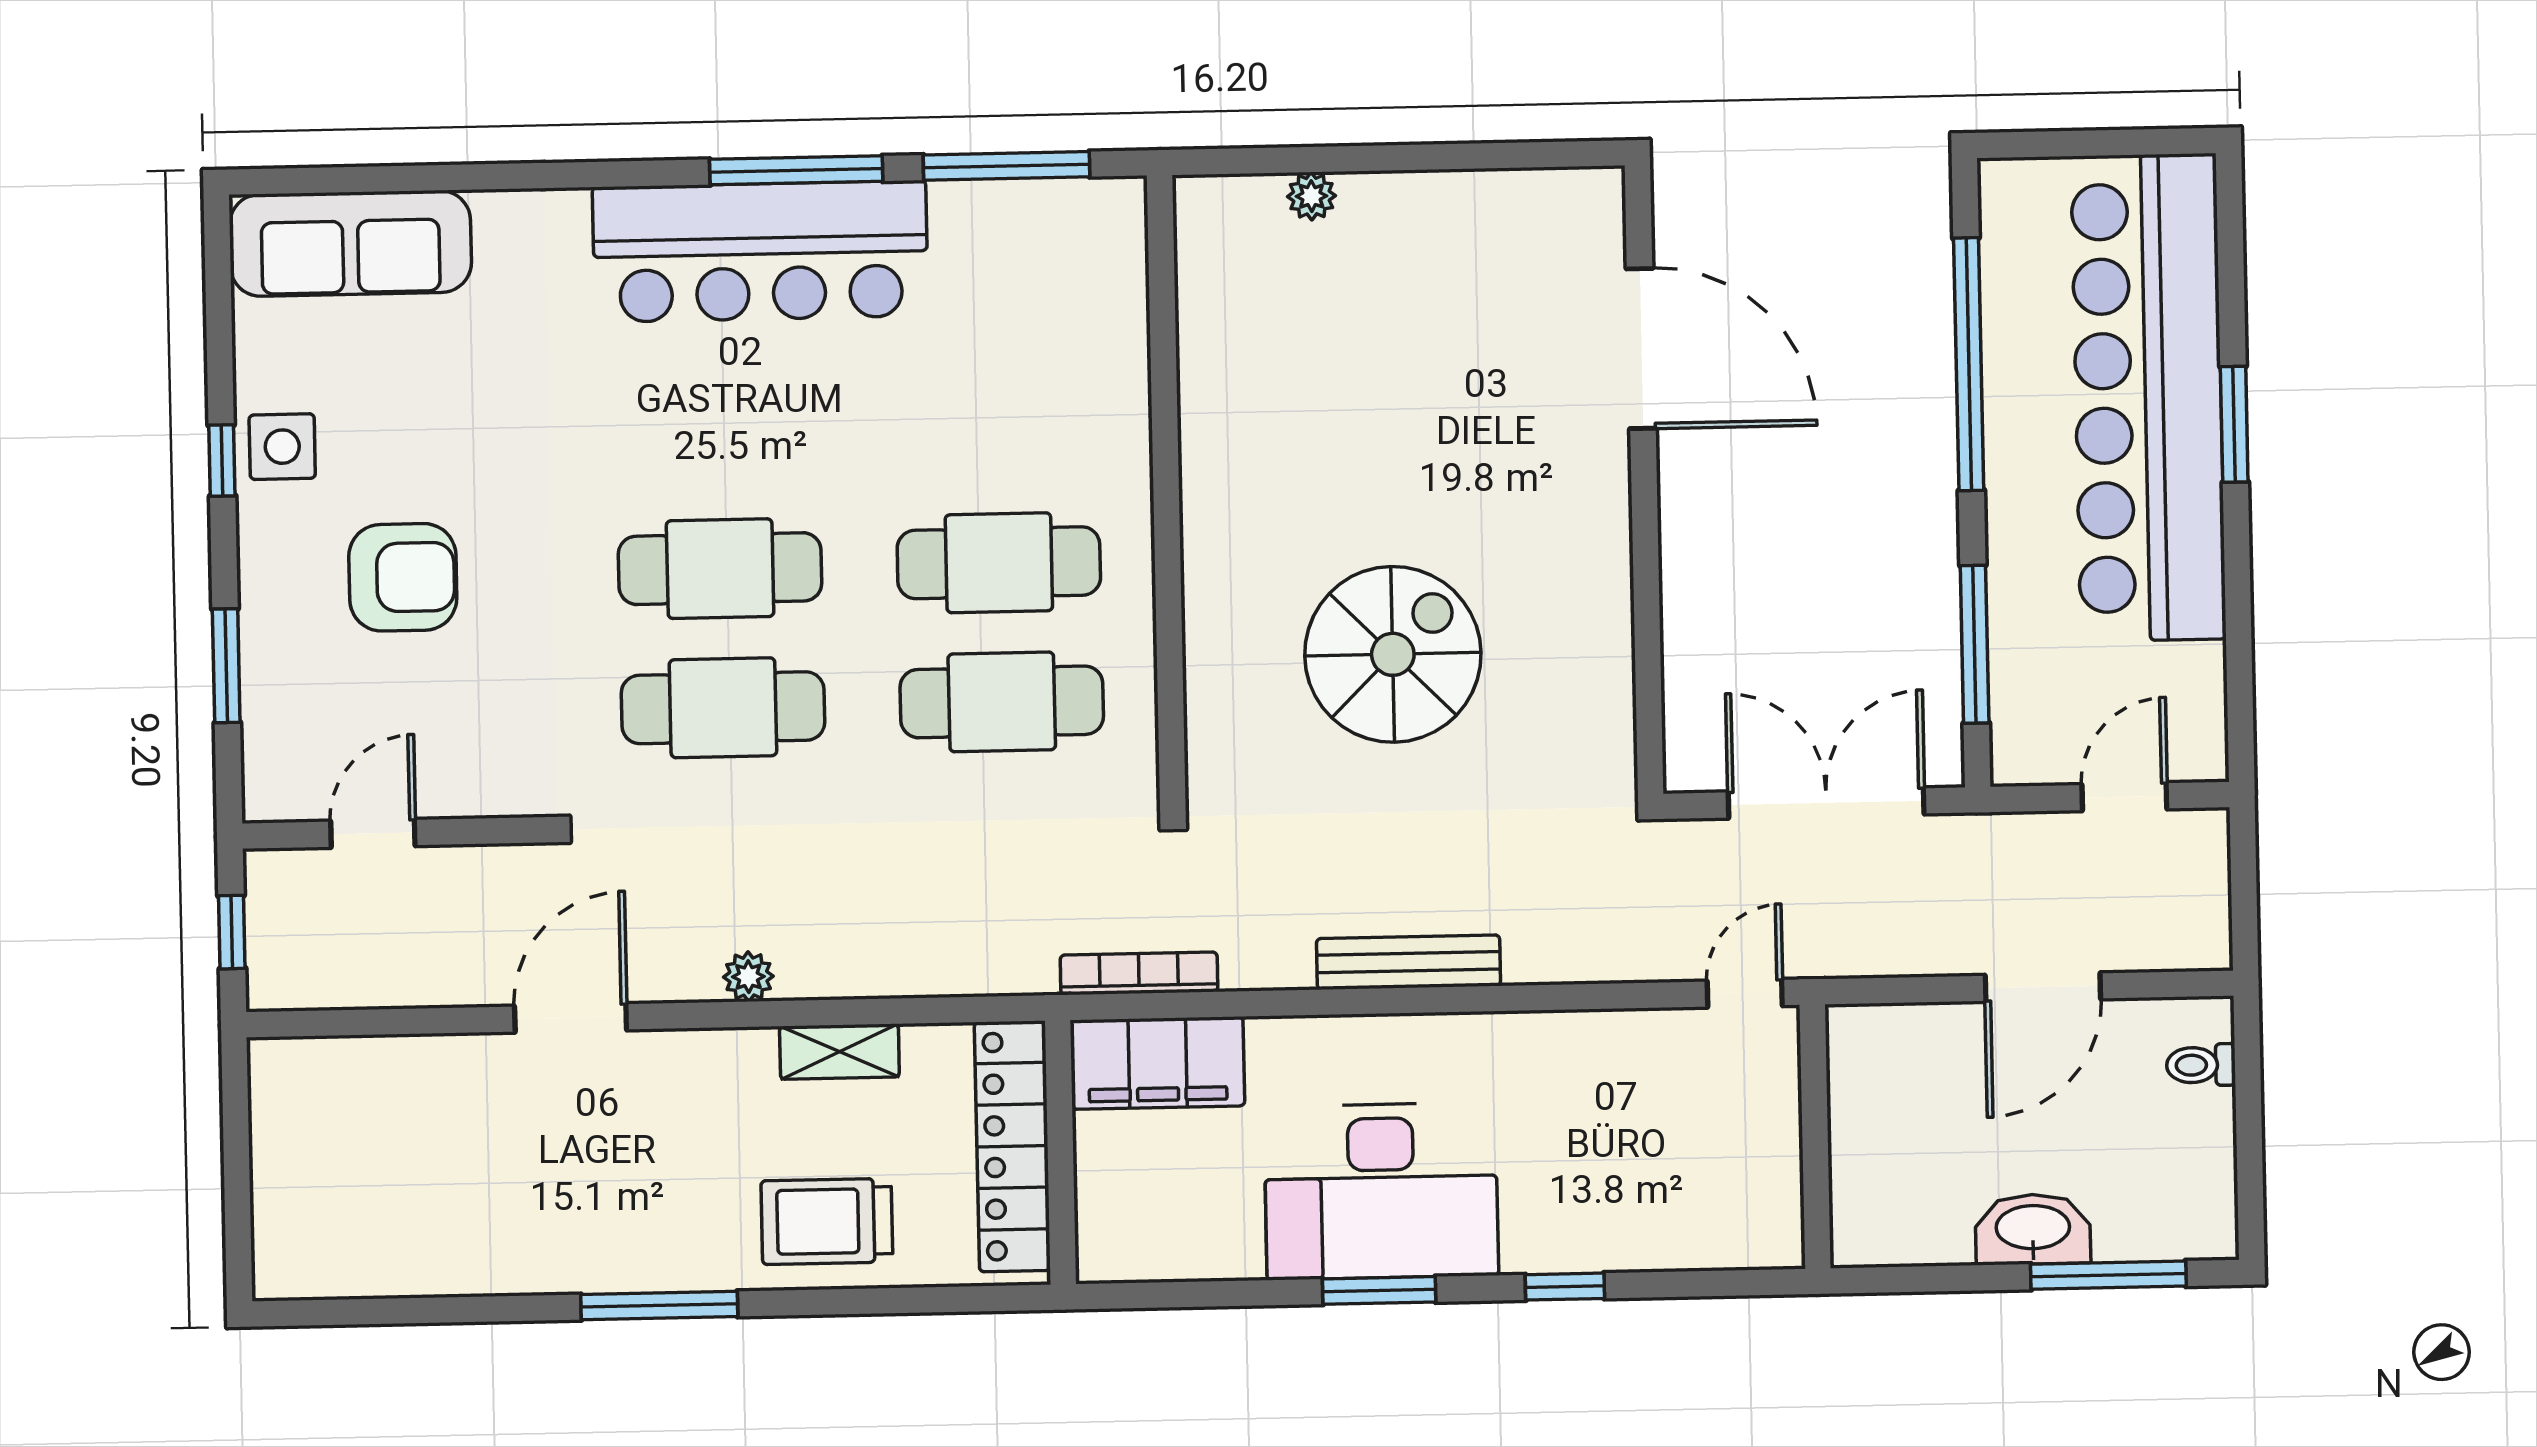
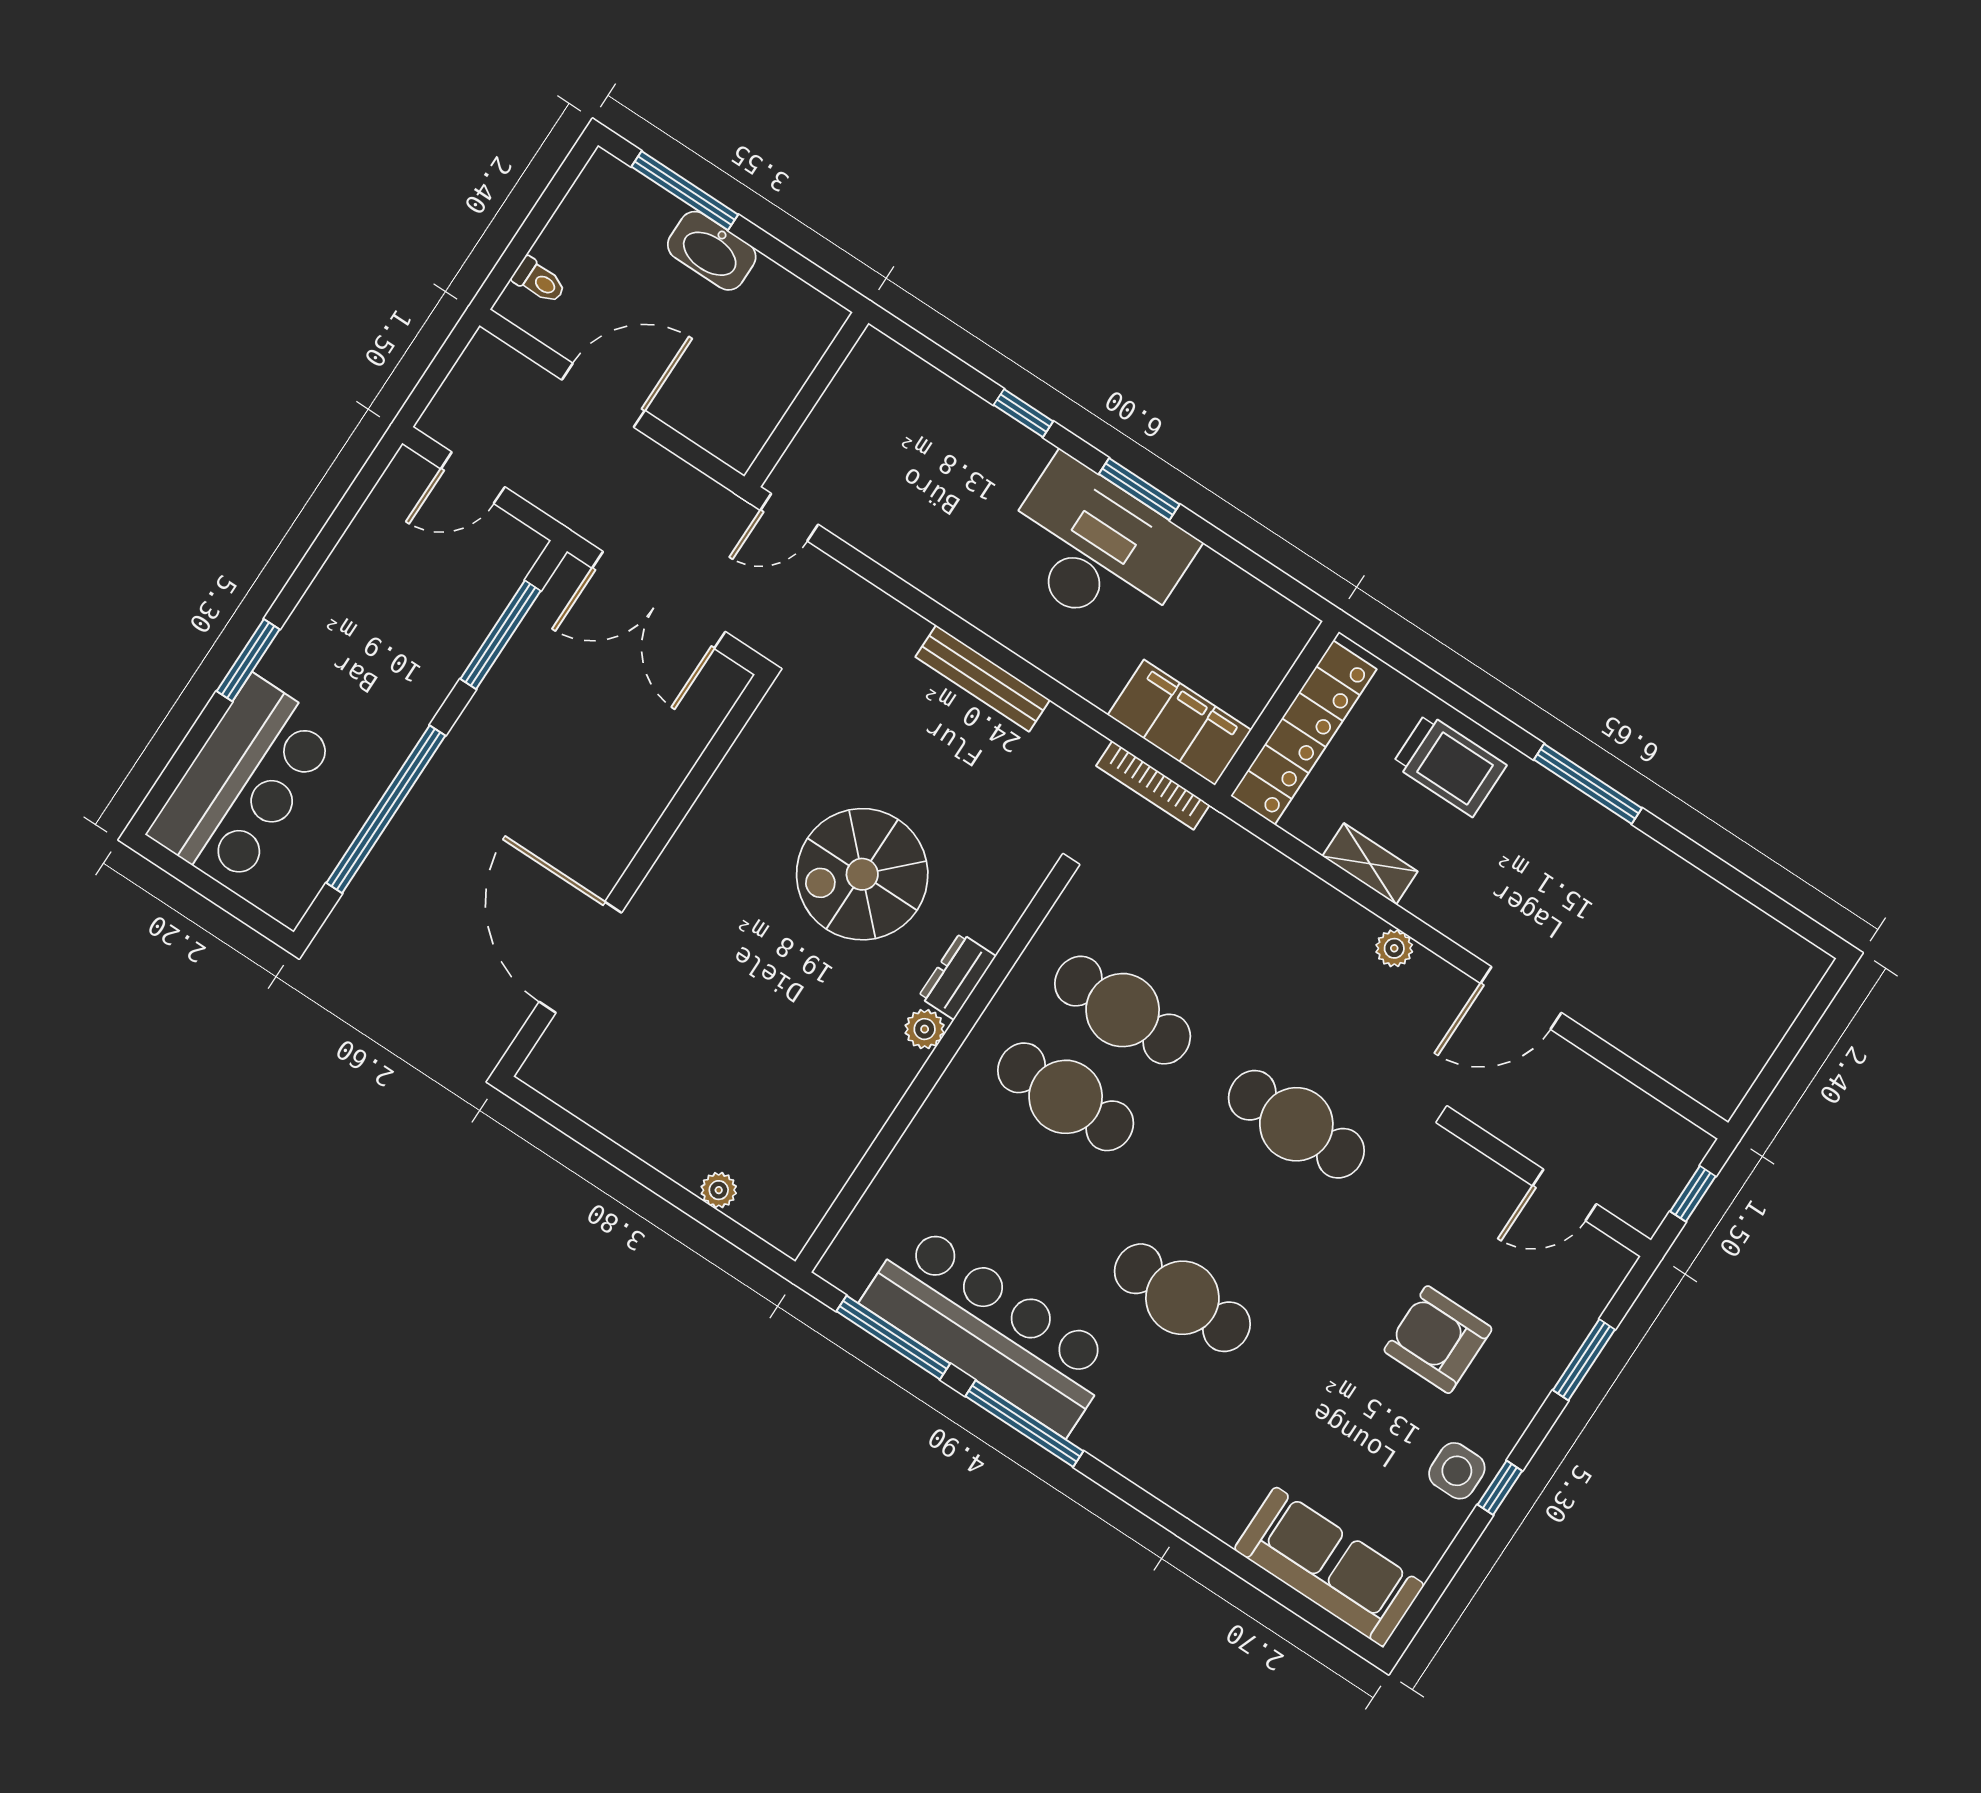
bar counter: (760, 251) -> (990, 1329), moved
bar counter: (2148, 398) -> (244, 783), width x0.54
plant: (1206, 531) -> (925, 1029), added
cafe table: (720, 569) -> (1182, 1298), moved
dresser: (1210, 614) -> (957, 976), added

